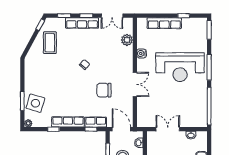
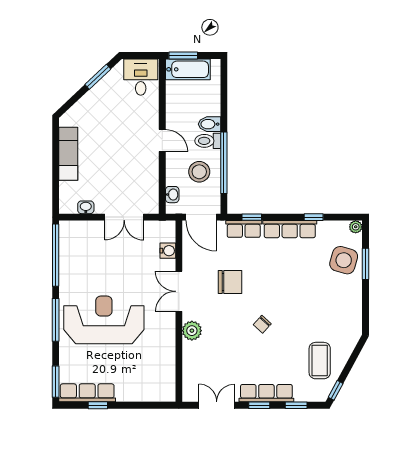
row of seats: (164, 23) -> (87, 393), moved
plant: (127, 40) -> (192, 331), moved
water cooler: (141, 53) -> (168, 251), moved

